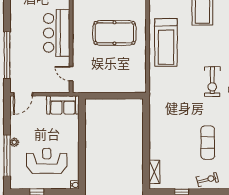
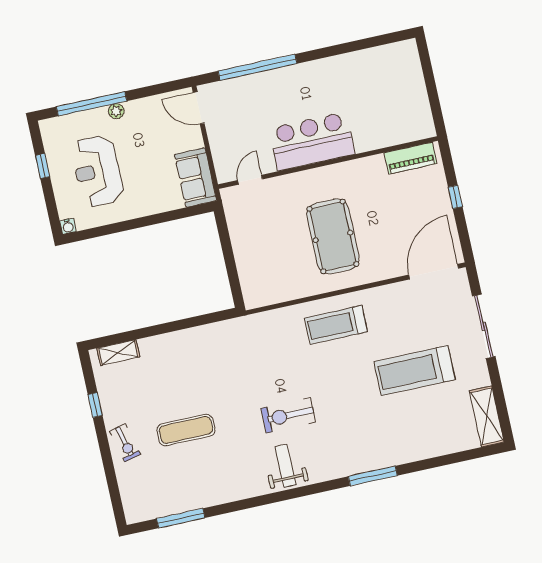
treadmill: (166, 42) -> (336, 325), width x0.73, depth x0.73
reception desk: (47, 161) -> (97, 171), turned 180

